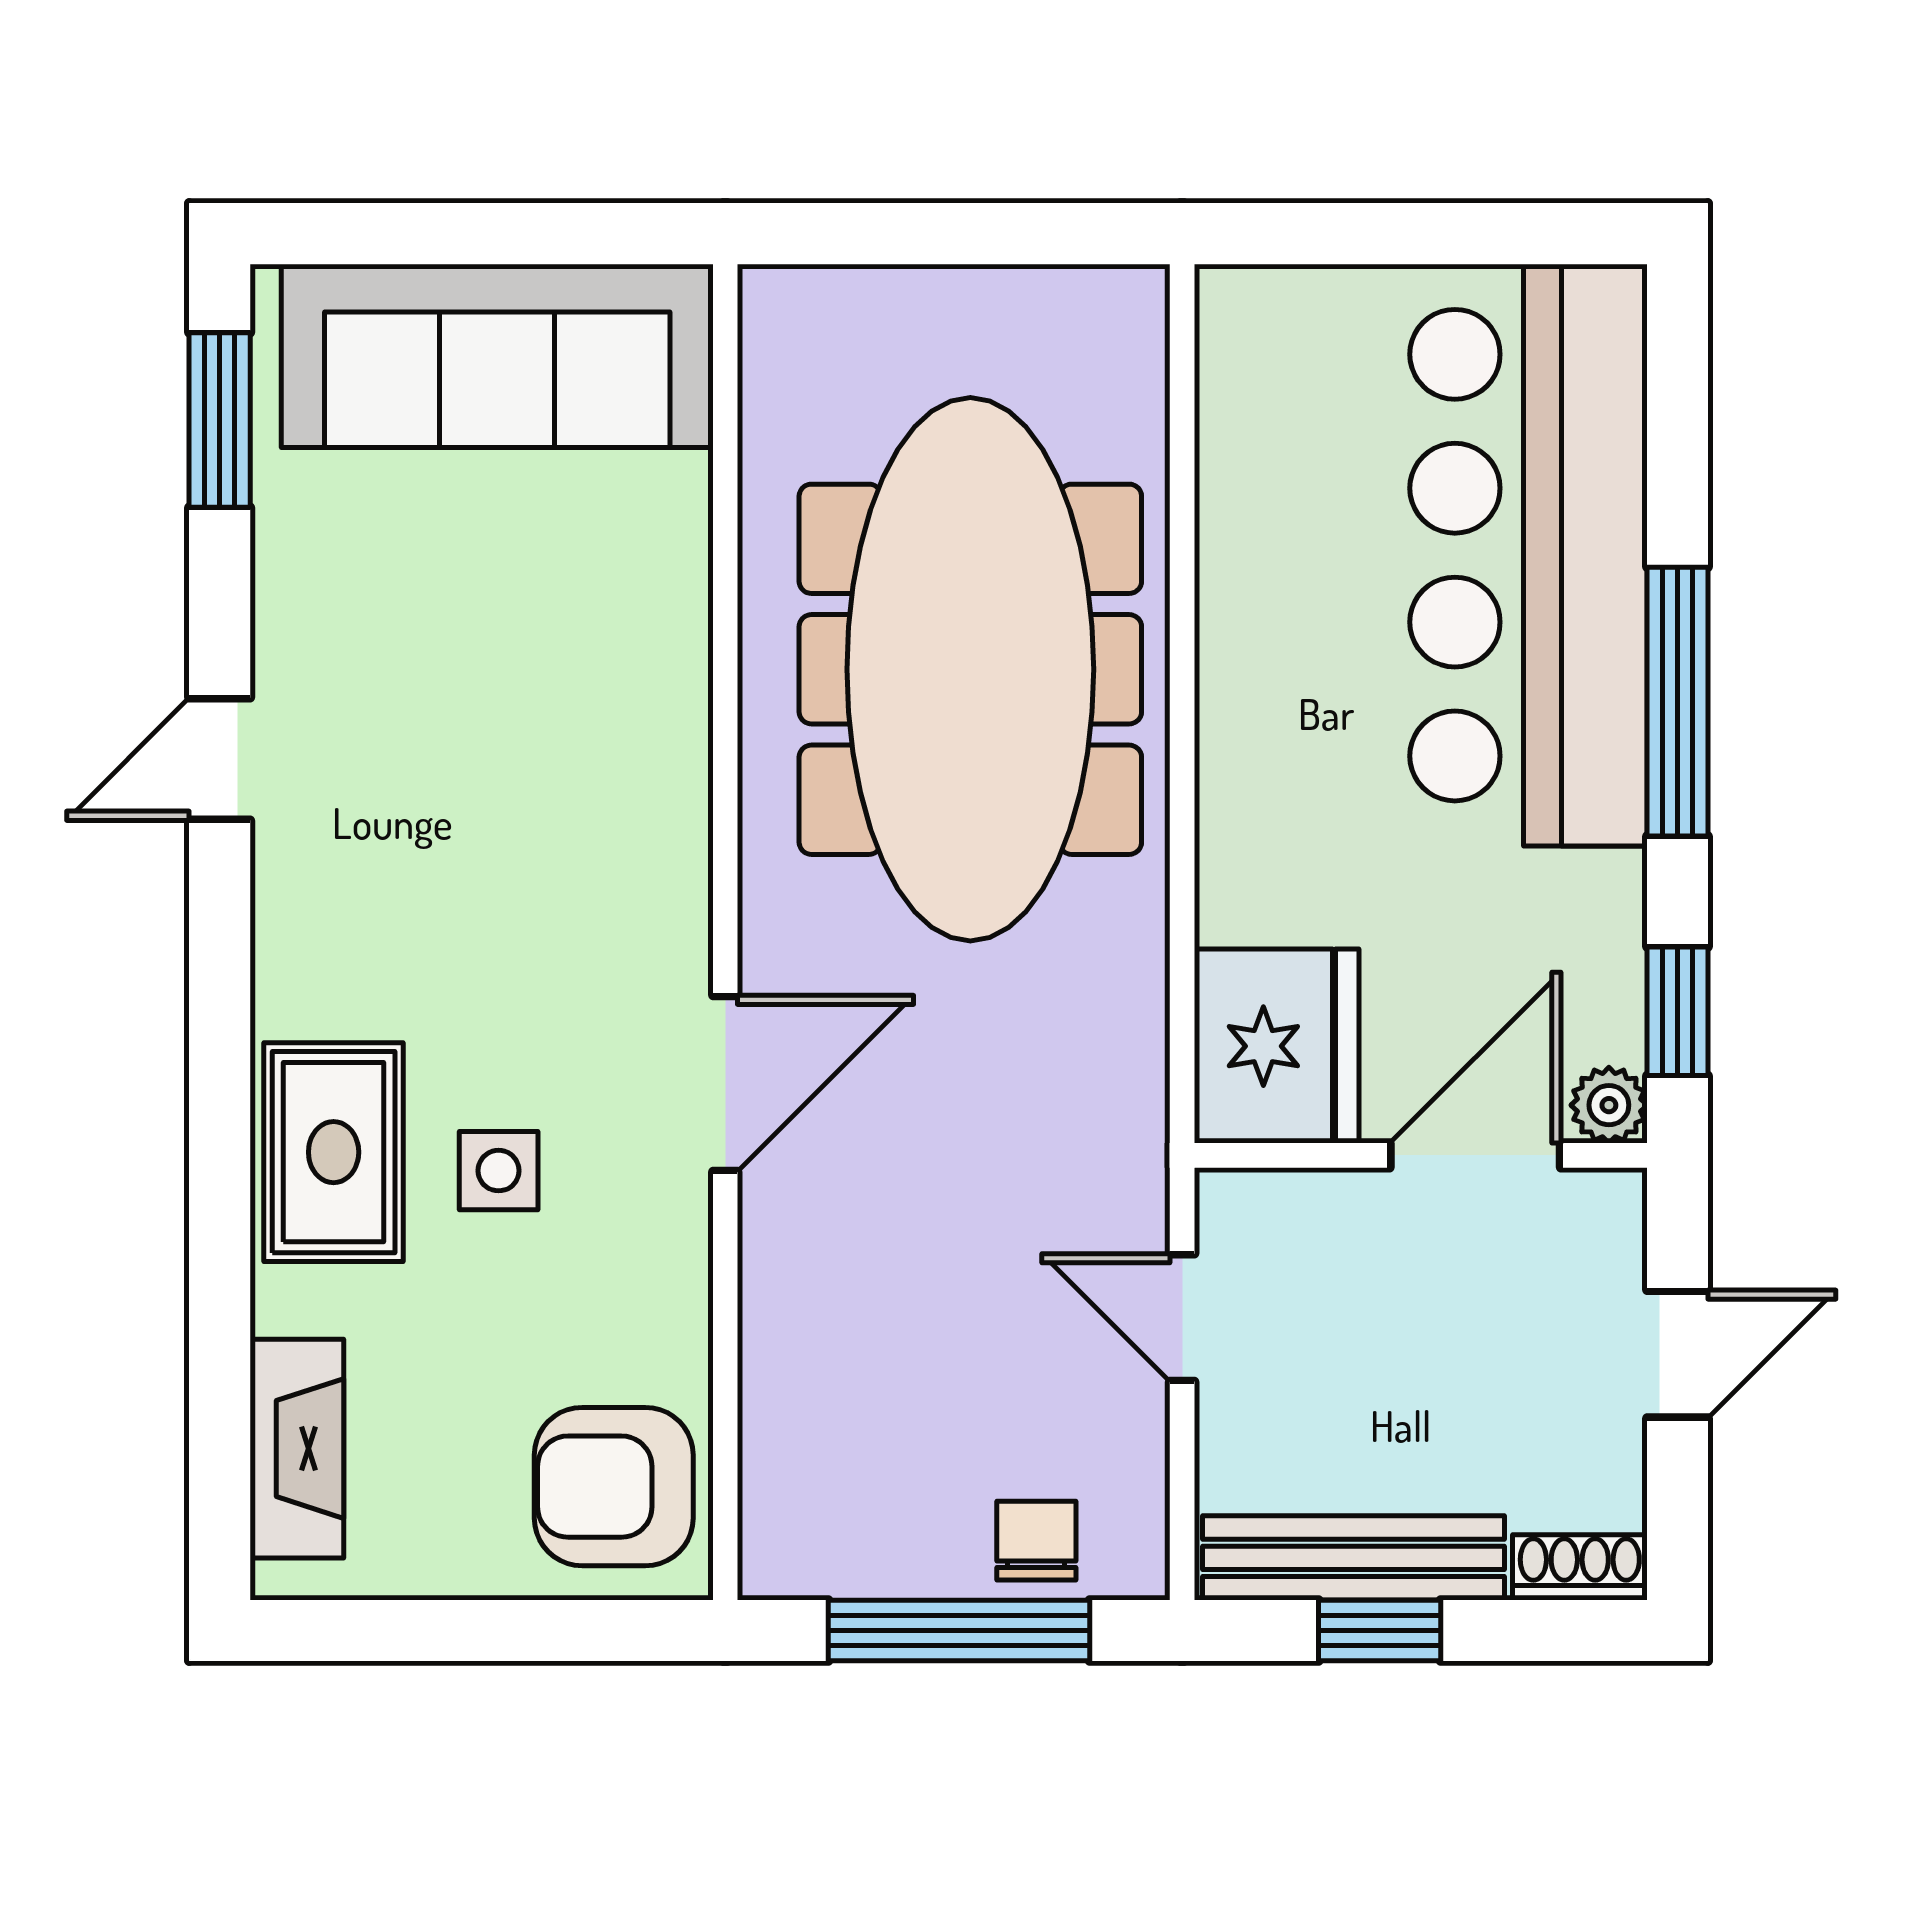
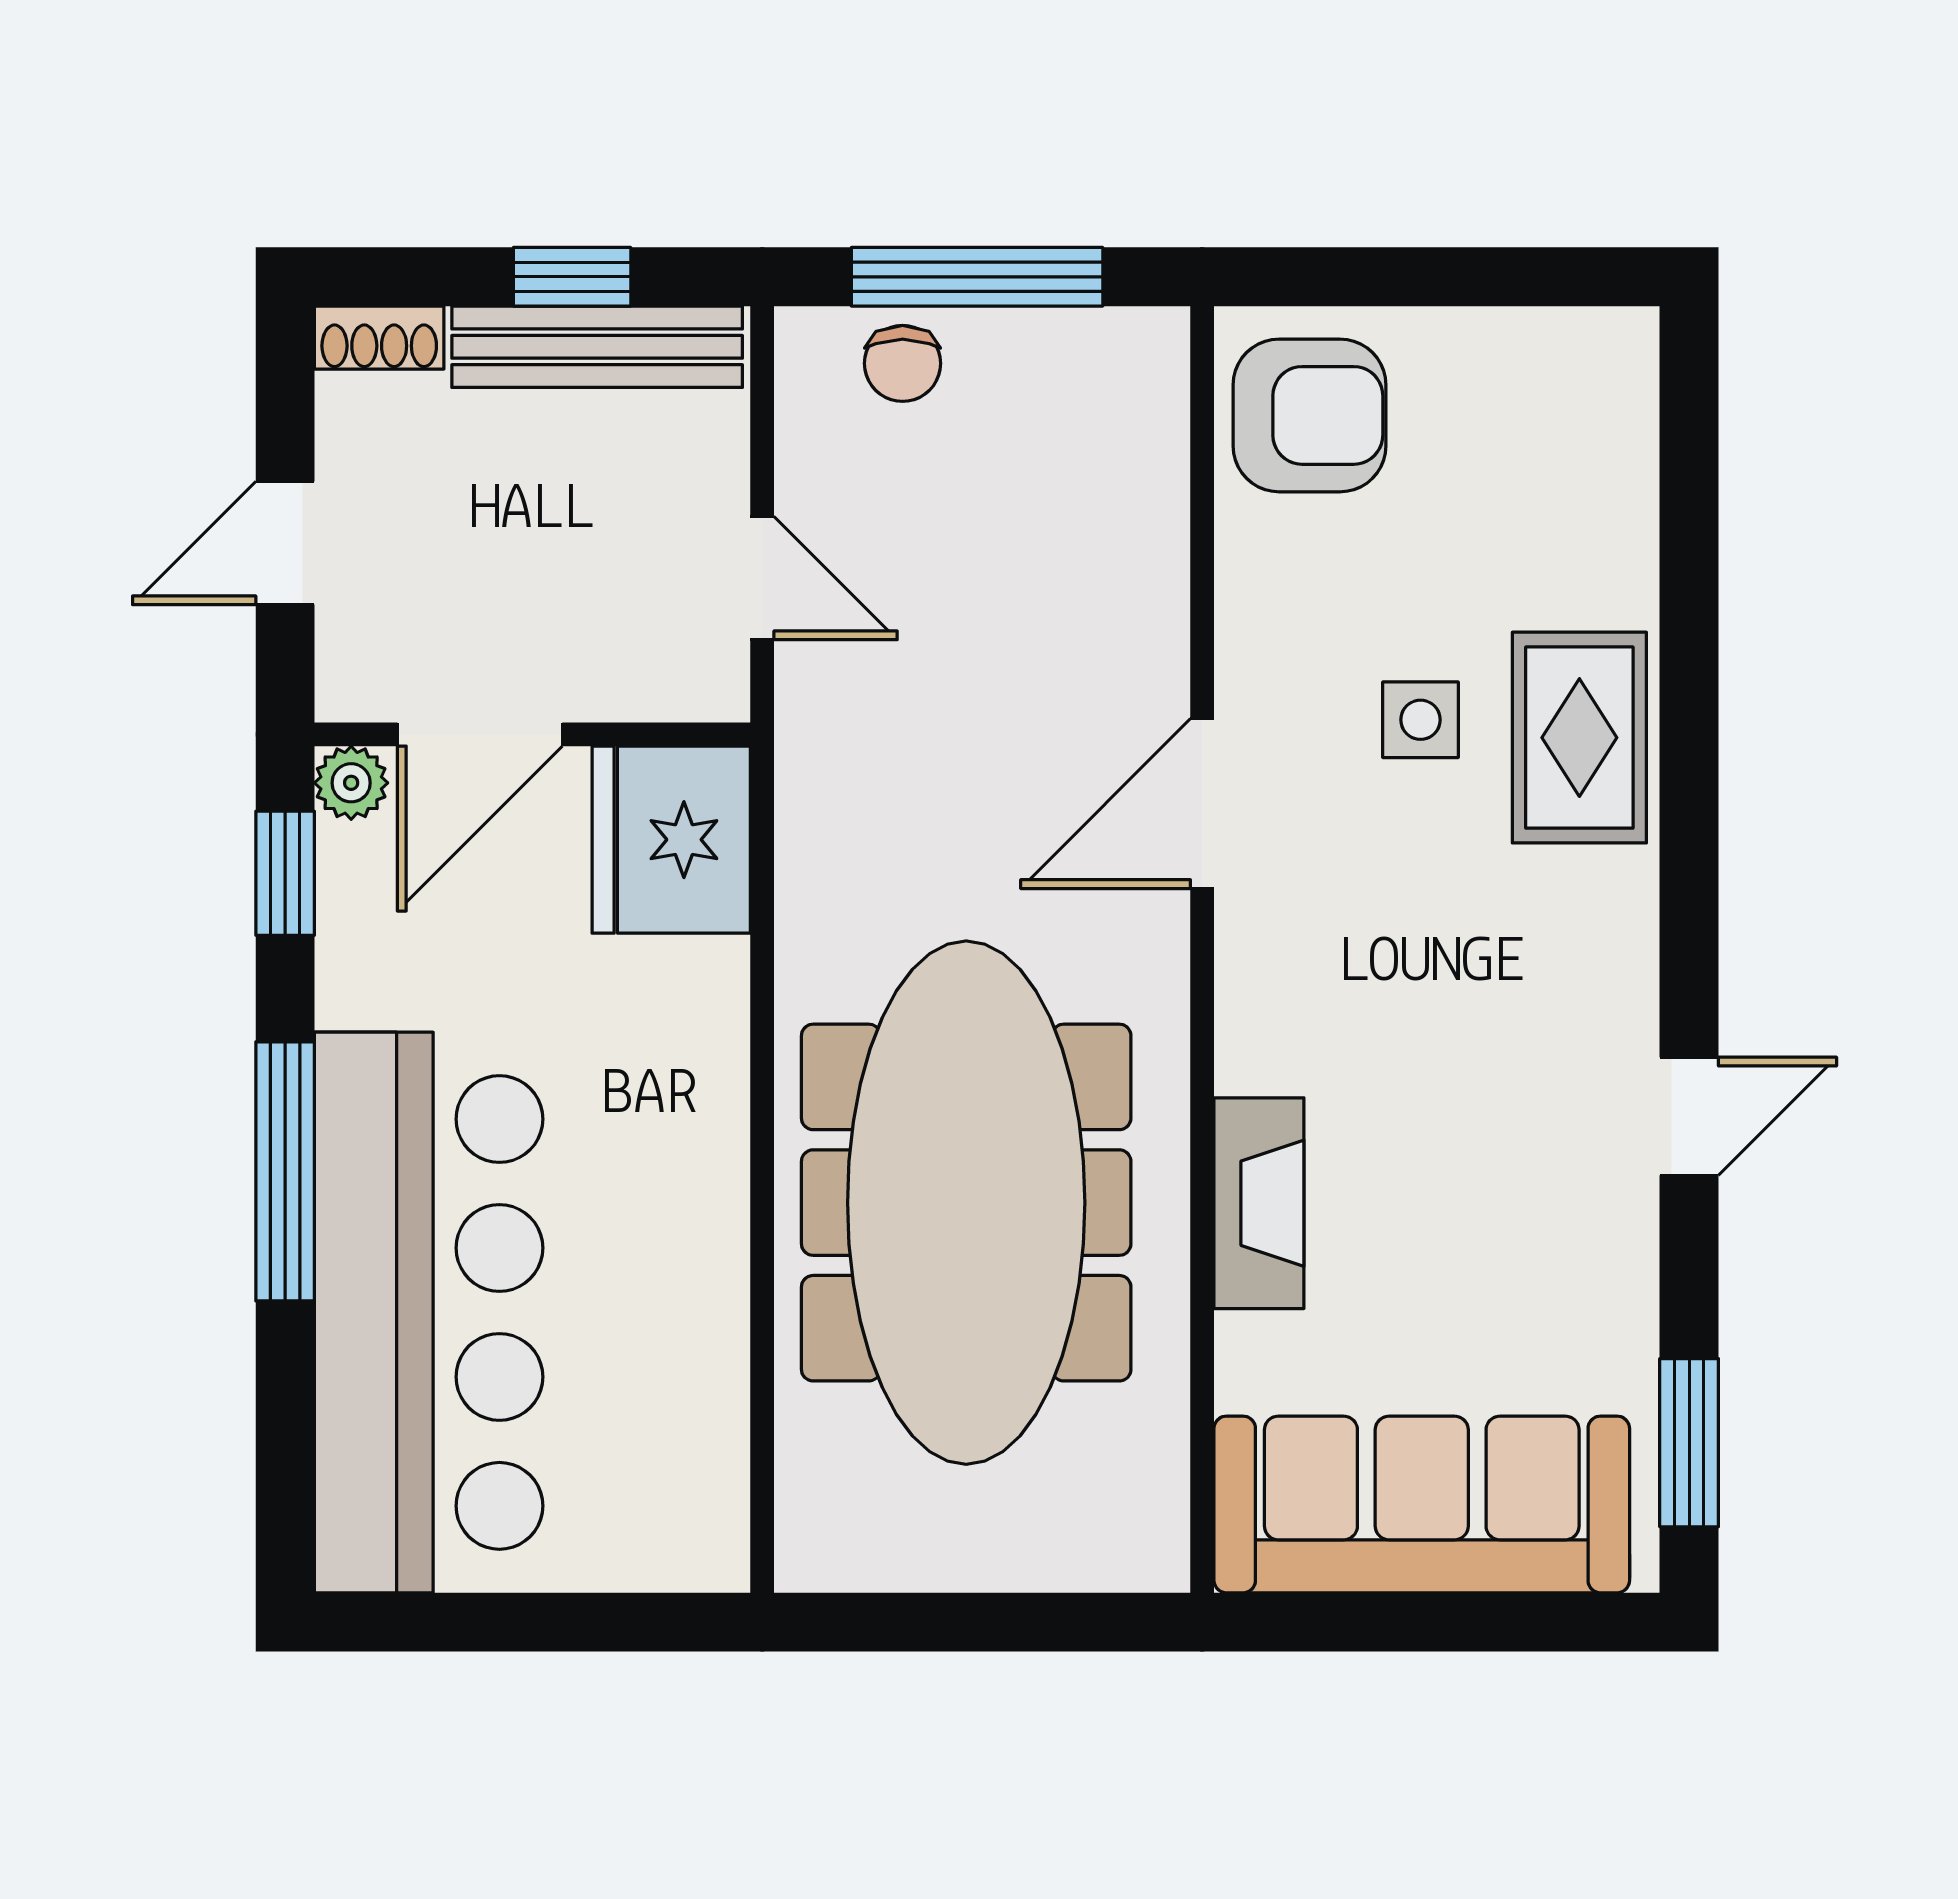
fireplace: (297, 1449) -> (1259, 1203), moved, turned 180

